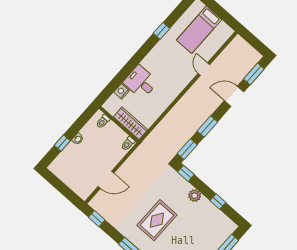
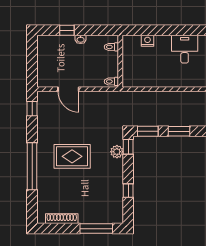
desk: (141, 82) -> (185, 49), moved
wardrobe: (131, 123) -> (129, 70), removed
plant: (195, 196) -> (117, 152), moved

